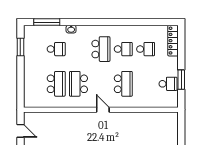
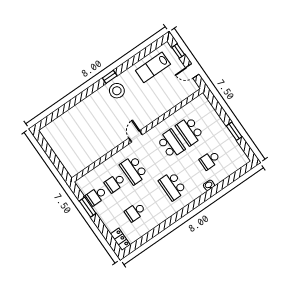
window: (47, 22) -> (233, 177), removed
locker: (173, 41) -> (120, 239), width x0.66
window: (20, 47) -> (234, 131), moved
school desk: (123, 49) -> (115, 183), moved
door: (103, 110) -> (136, 136), swing flipped

